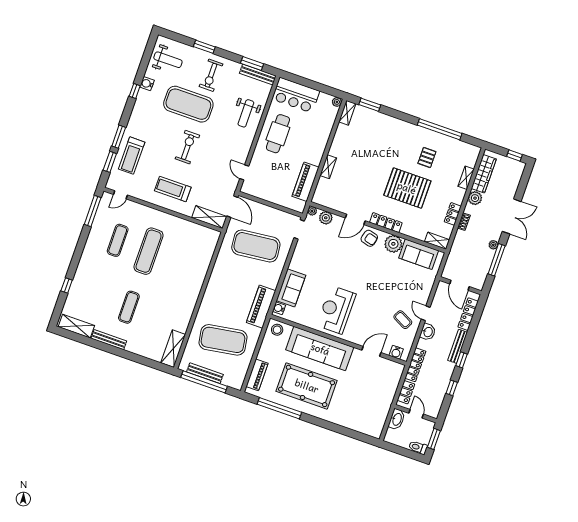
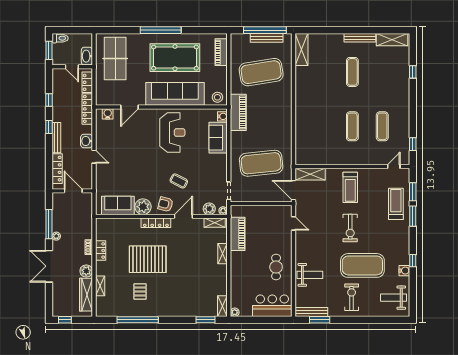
window: (204, 47) -> (366, 320), removed
weight bench: (246, 113) -> (310, 275), turned 90
cafe table: (278, 134) -> (276, 267), width x0.73, depth x0.74
treadmill: (173, 189) -> (350, 187), turned 90
window: (93, 211) -> (413, 144), width x0.46
shelving: (437, 241) -> (215, 223), moved
exercise mat: (149, 251) -> (352, 126), width x0.73, depth x0.69
coffee table: (403, 320) -> (179, 181), moved
table tennis table: (369, 407) -> (115, 59), added
window: (279, 408) -> (161, 30), moved

